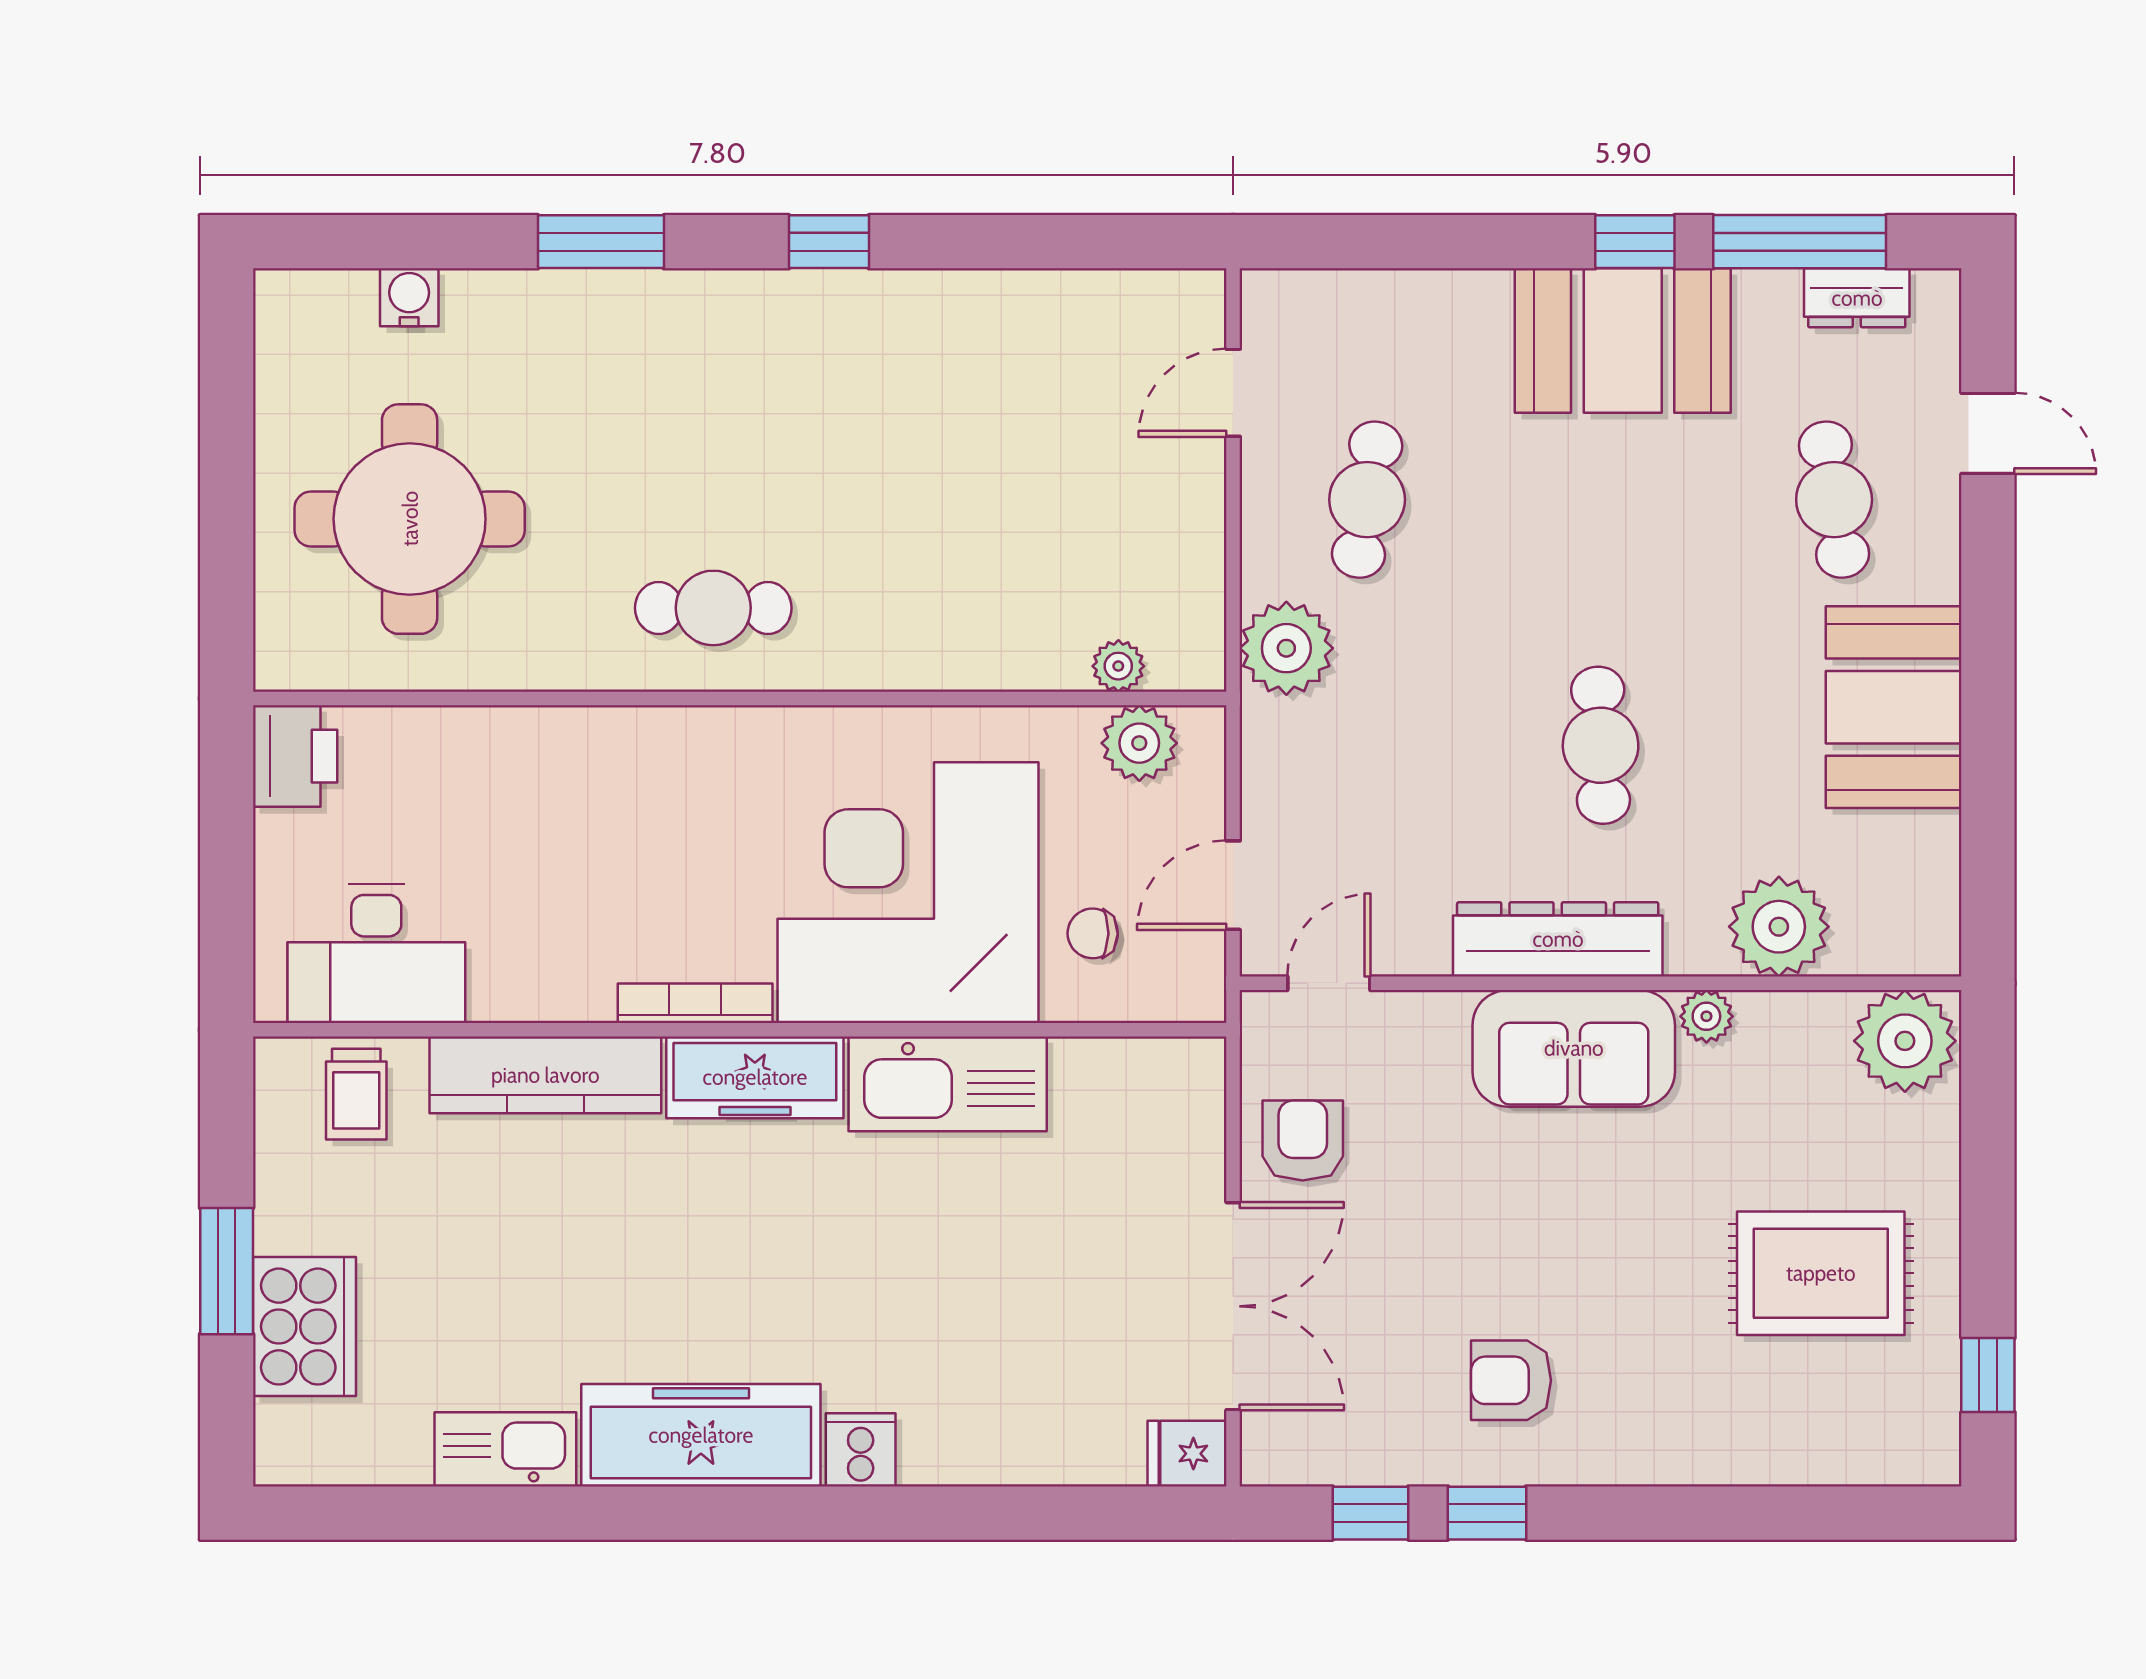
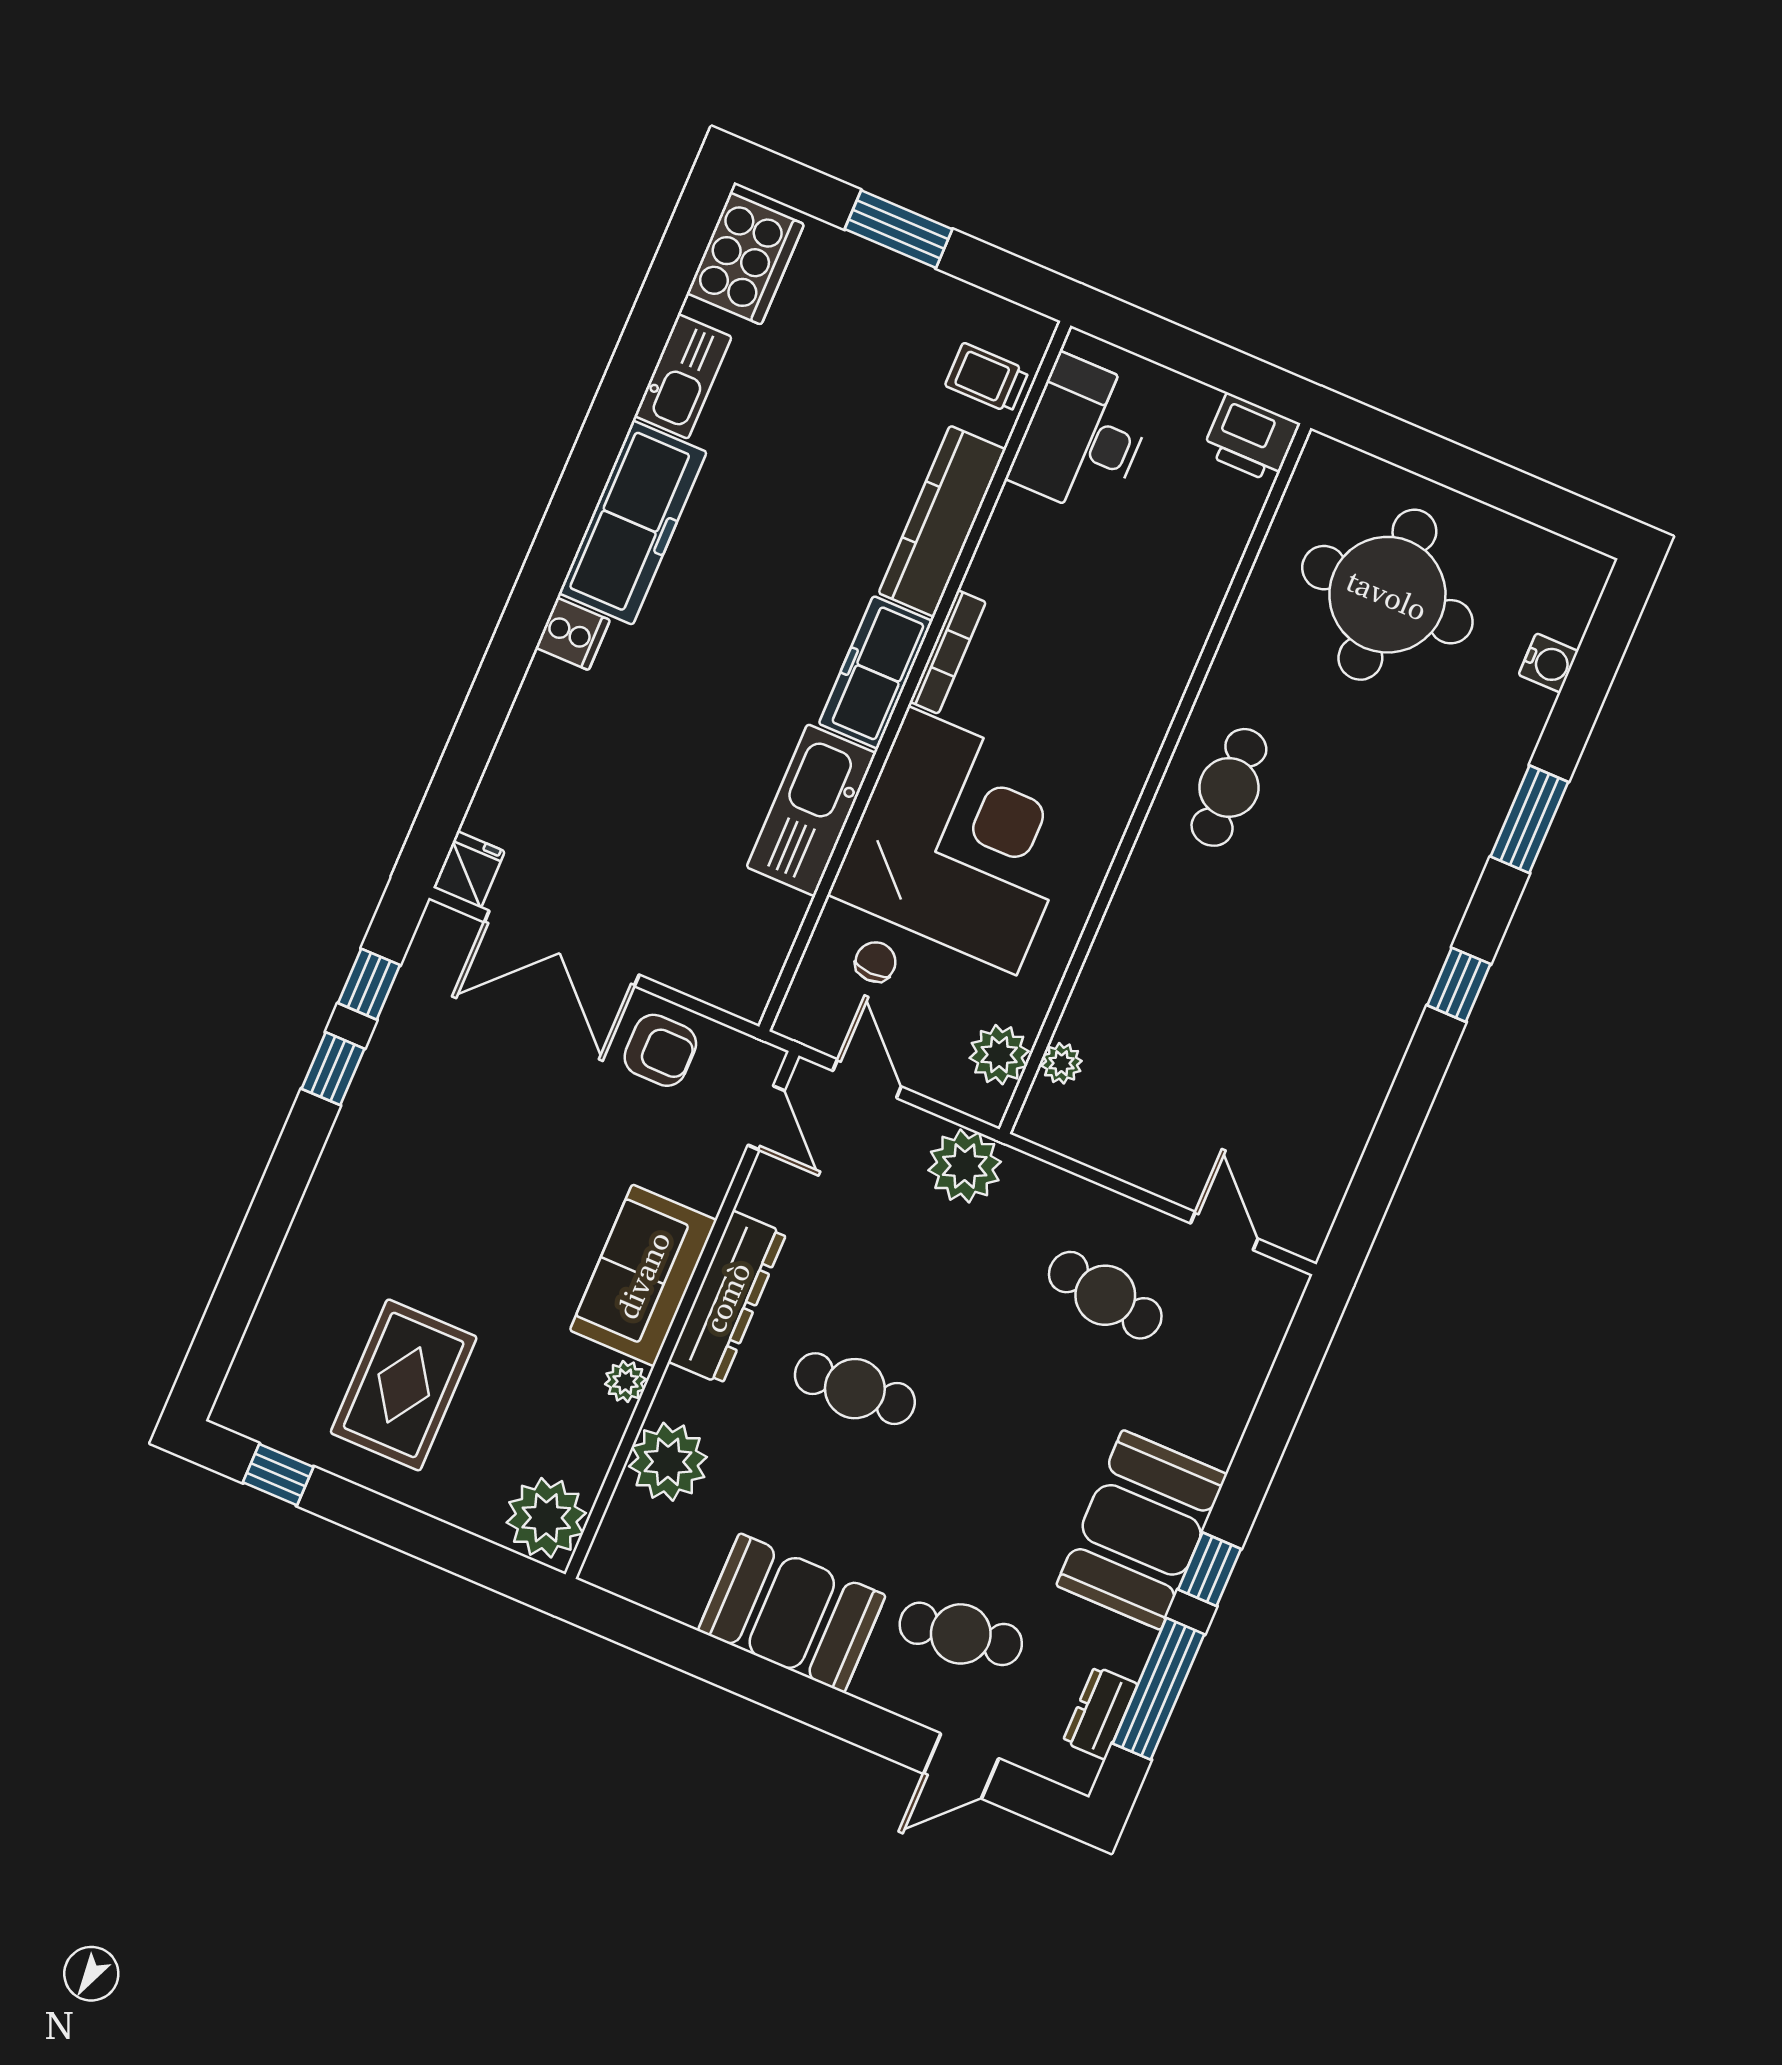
plant: (1286, 648) -> (965, 1166), moved
cooker: (304, 1327) -> (745, 259), moved, turned -90
armchair: (1511, 1380) -> (422, 1127), removed

